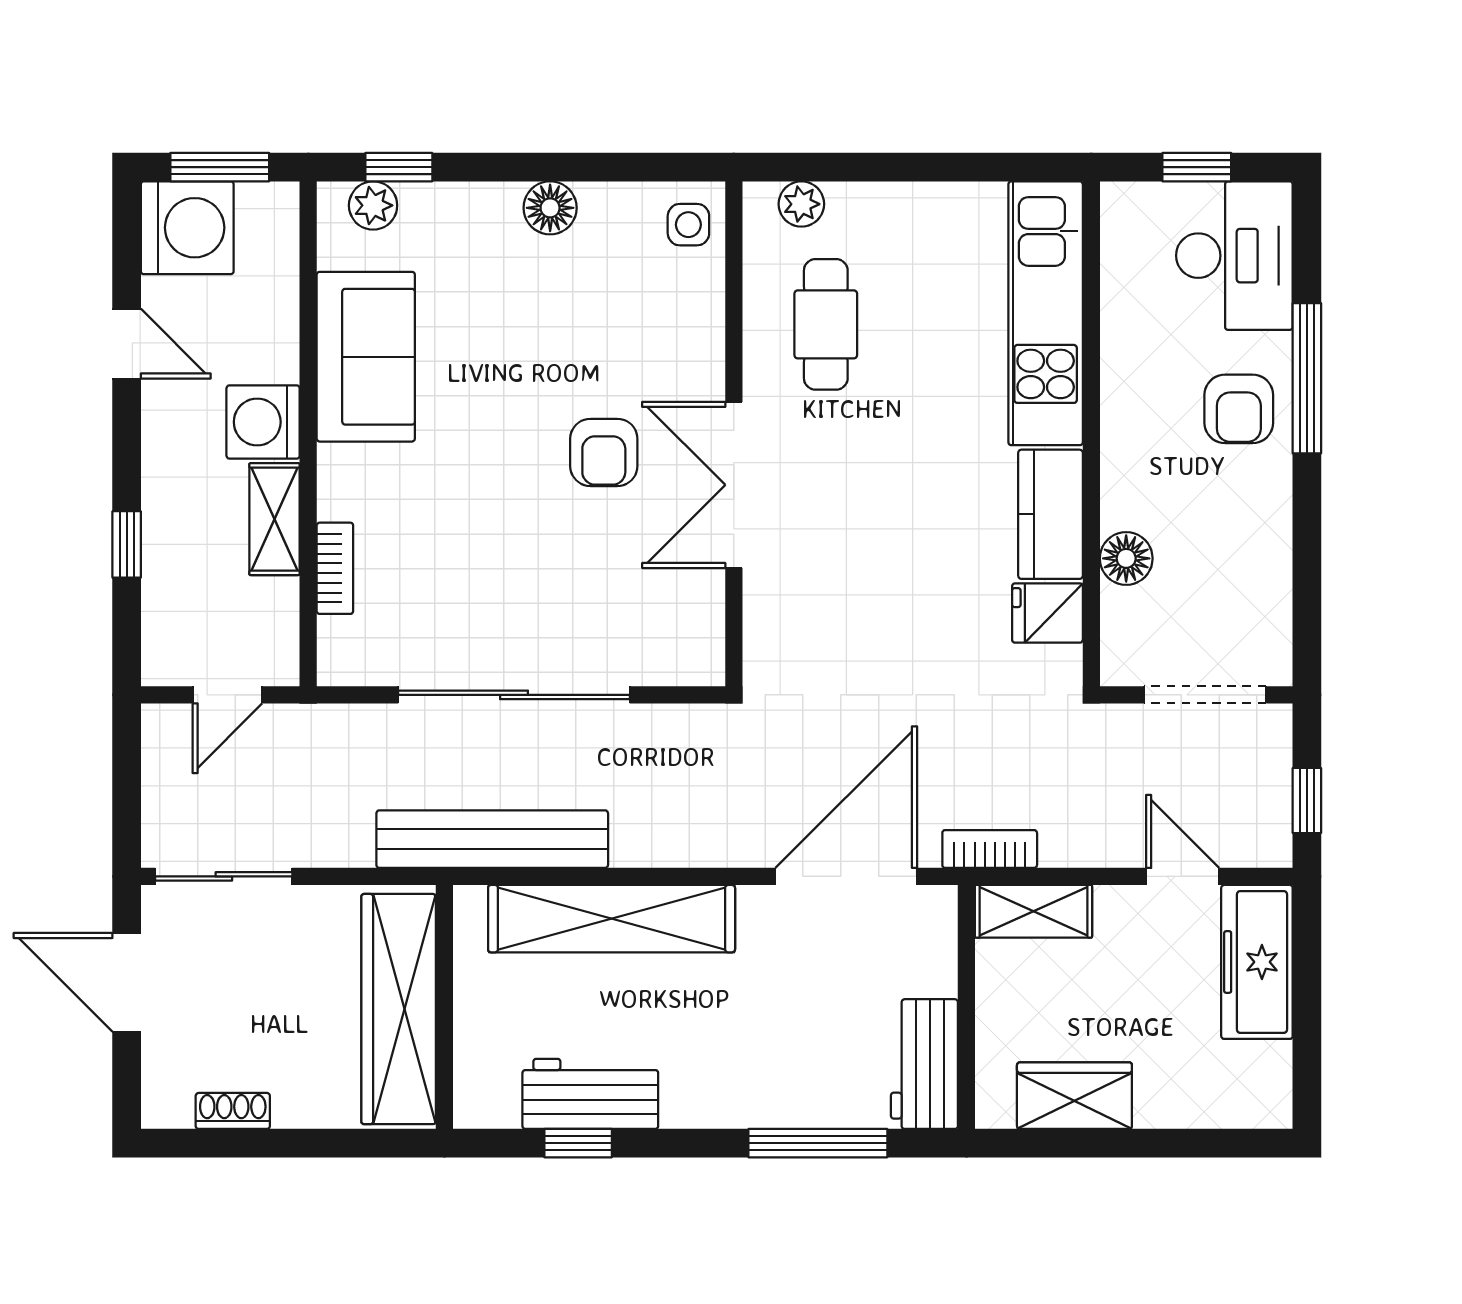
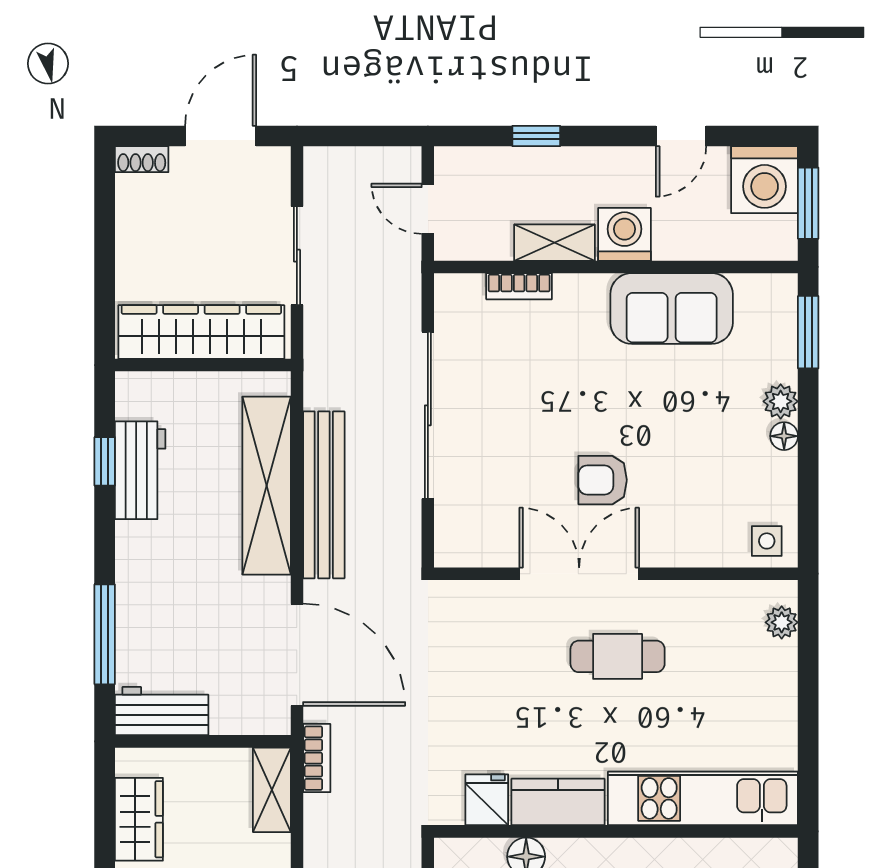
window: (399, 167) -> (808, 332), width x1.50
plant: (373, 205) -> (781, 401), moved
floor lamp: (550, 208) -> (784, 436), width x0.73, depth x0.73
cafe table: (826, 324) -> (618, 656), moved
bench: (492, 839) -> (324, 495), moved
sliding door: (224, 876) -> (297, 256), moved
shoe rack: (233, 1111) -> (142, 159), moved, turned 90

